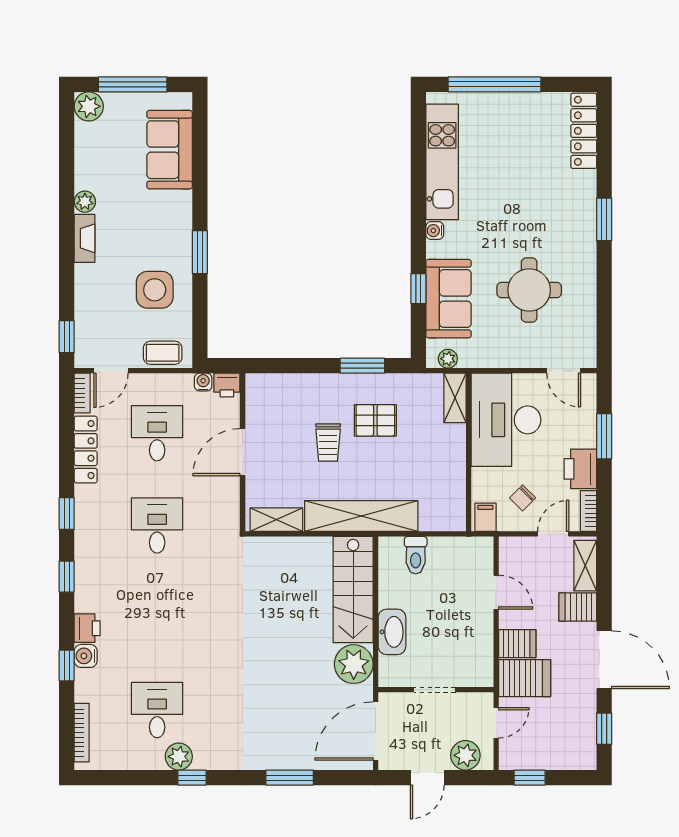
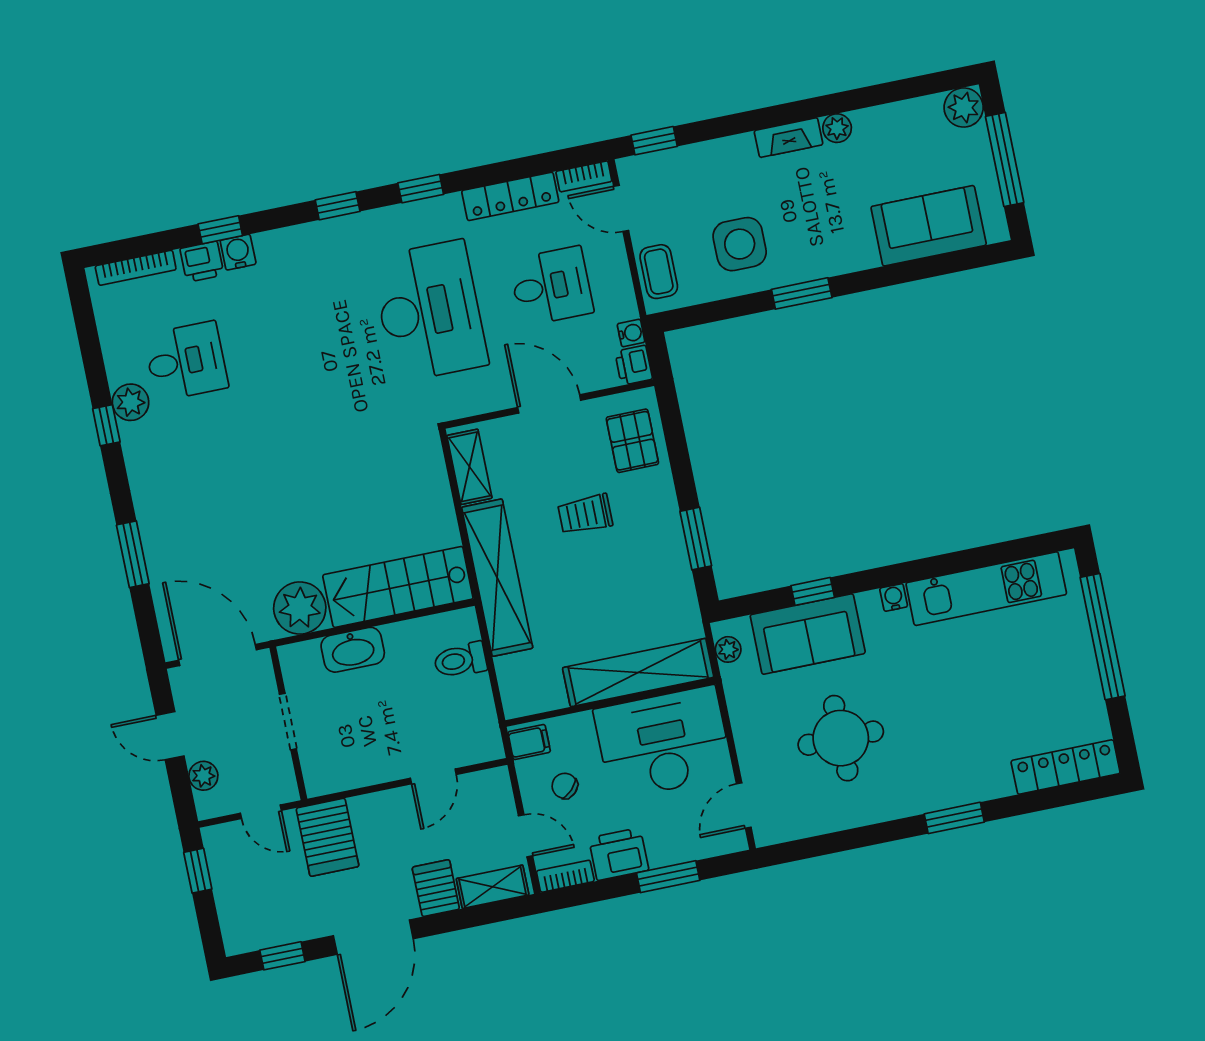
shelving: (455, 398) -> (638, 673), width x2.20, depth x1.33
pallet: (375, 420) -> (632, 441), moved
desk: (157, 525) -> (429, 311), width x1.87, depth x1.30
printer: (87, 628) -> (202, 262), moved
server rack: (517, 644) -> (371, 818), removed
plant: (465, 755) -> (203, 776), width x0.73, depth x0.73

